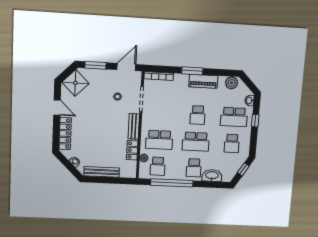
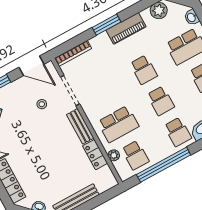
door: (126, 67) -> (31, 66), swing flipped
school desk: (196, 142) -> (161, 101), width x0.54

